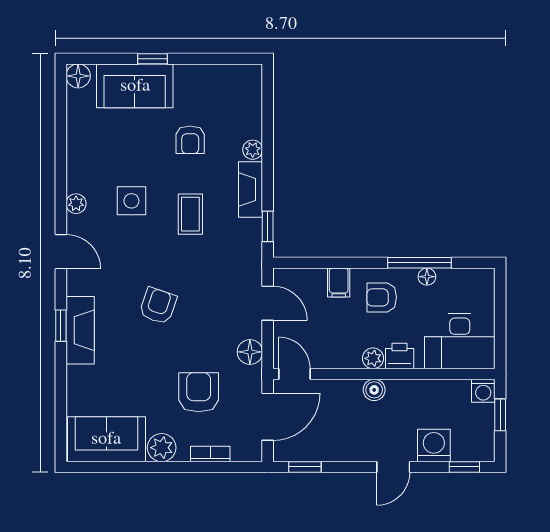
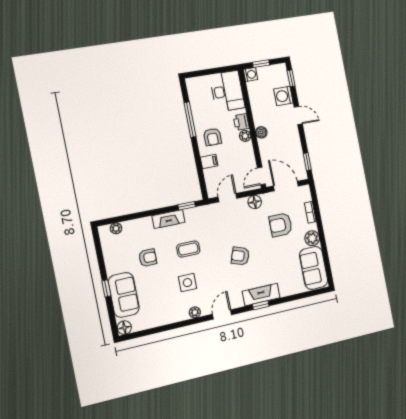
plant: (253, 150) -> (116, 228), moved
floor lamp: (427, 277) -> (197, 114), removed

